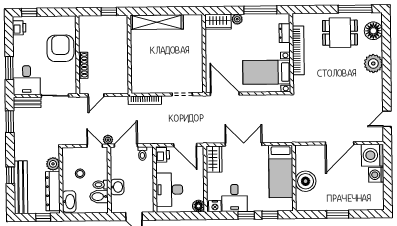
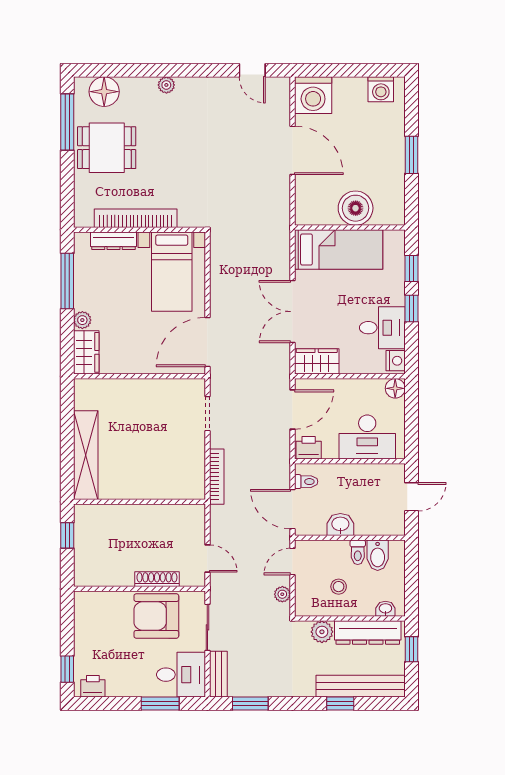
dresser: (285, 33) -> (113, 241), width x1.44
dining table: (340, 33) -> (107, 148), turned 90
armchair: (60, 48) -> (156, 616), moved
plant: (373, 63) -> (166, 85), width x0.53, depth x0.53
plant: (108, 140) -> (282, 594), moved
washing machine: (376, 175) -> (381, 89), moved
washbasin: (117, 187) -> (340, 525), moved
washbasin: (69, 202) -> (385, 609), width x0.52, depth x0.69

